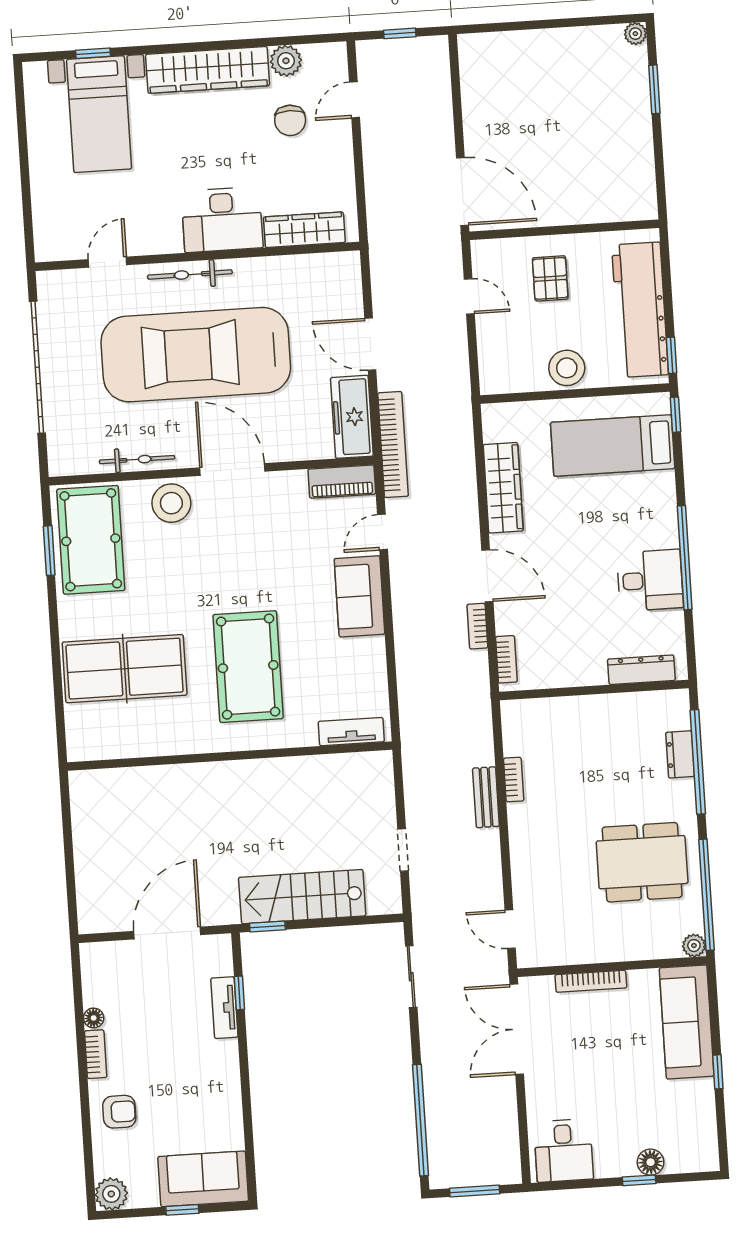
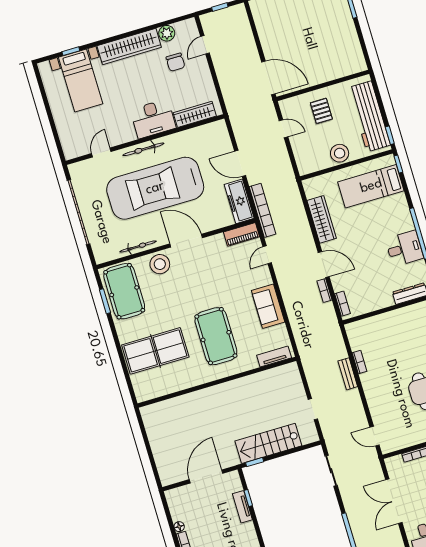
sofa: (359, 596) -> (268, 306), moved
double door: (517, 1029) -> (394, 501), moved

